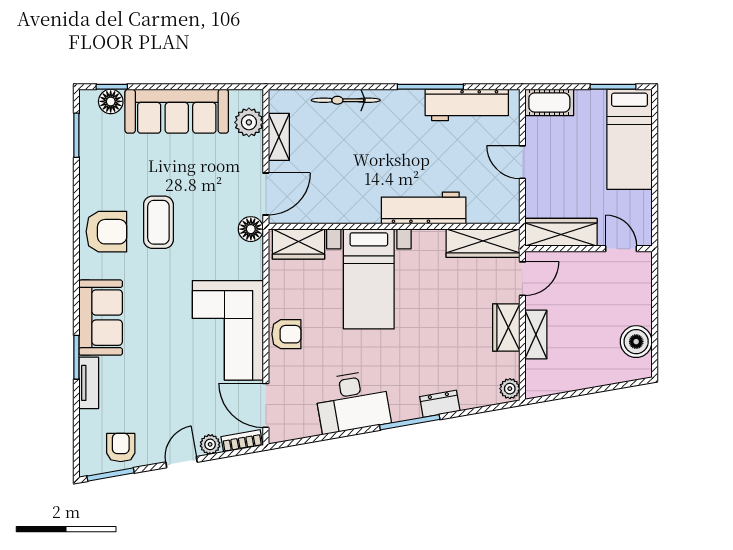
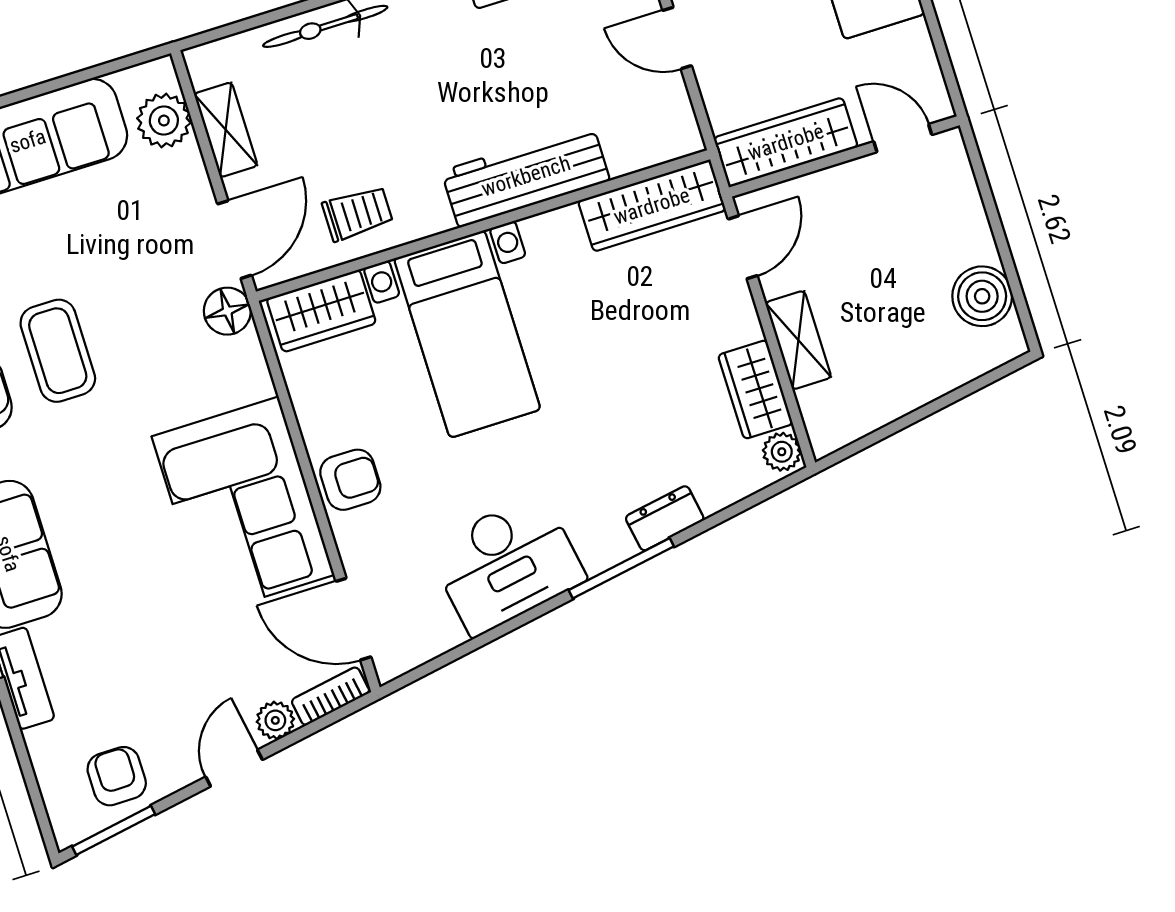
trolley: (332, 200) -> (357, 213), added
wardrobe: (506, 327) -> (755, 390), moved

